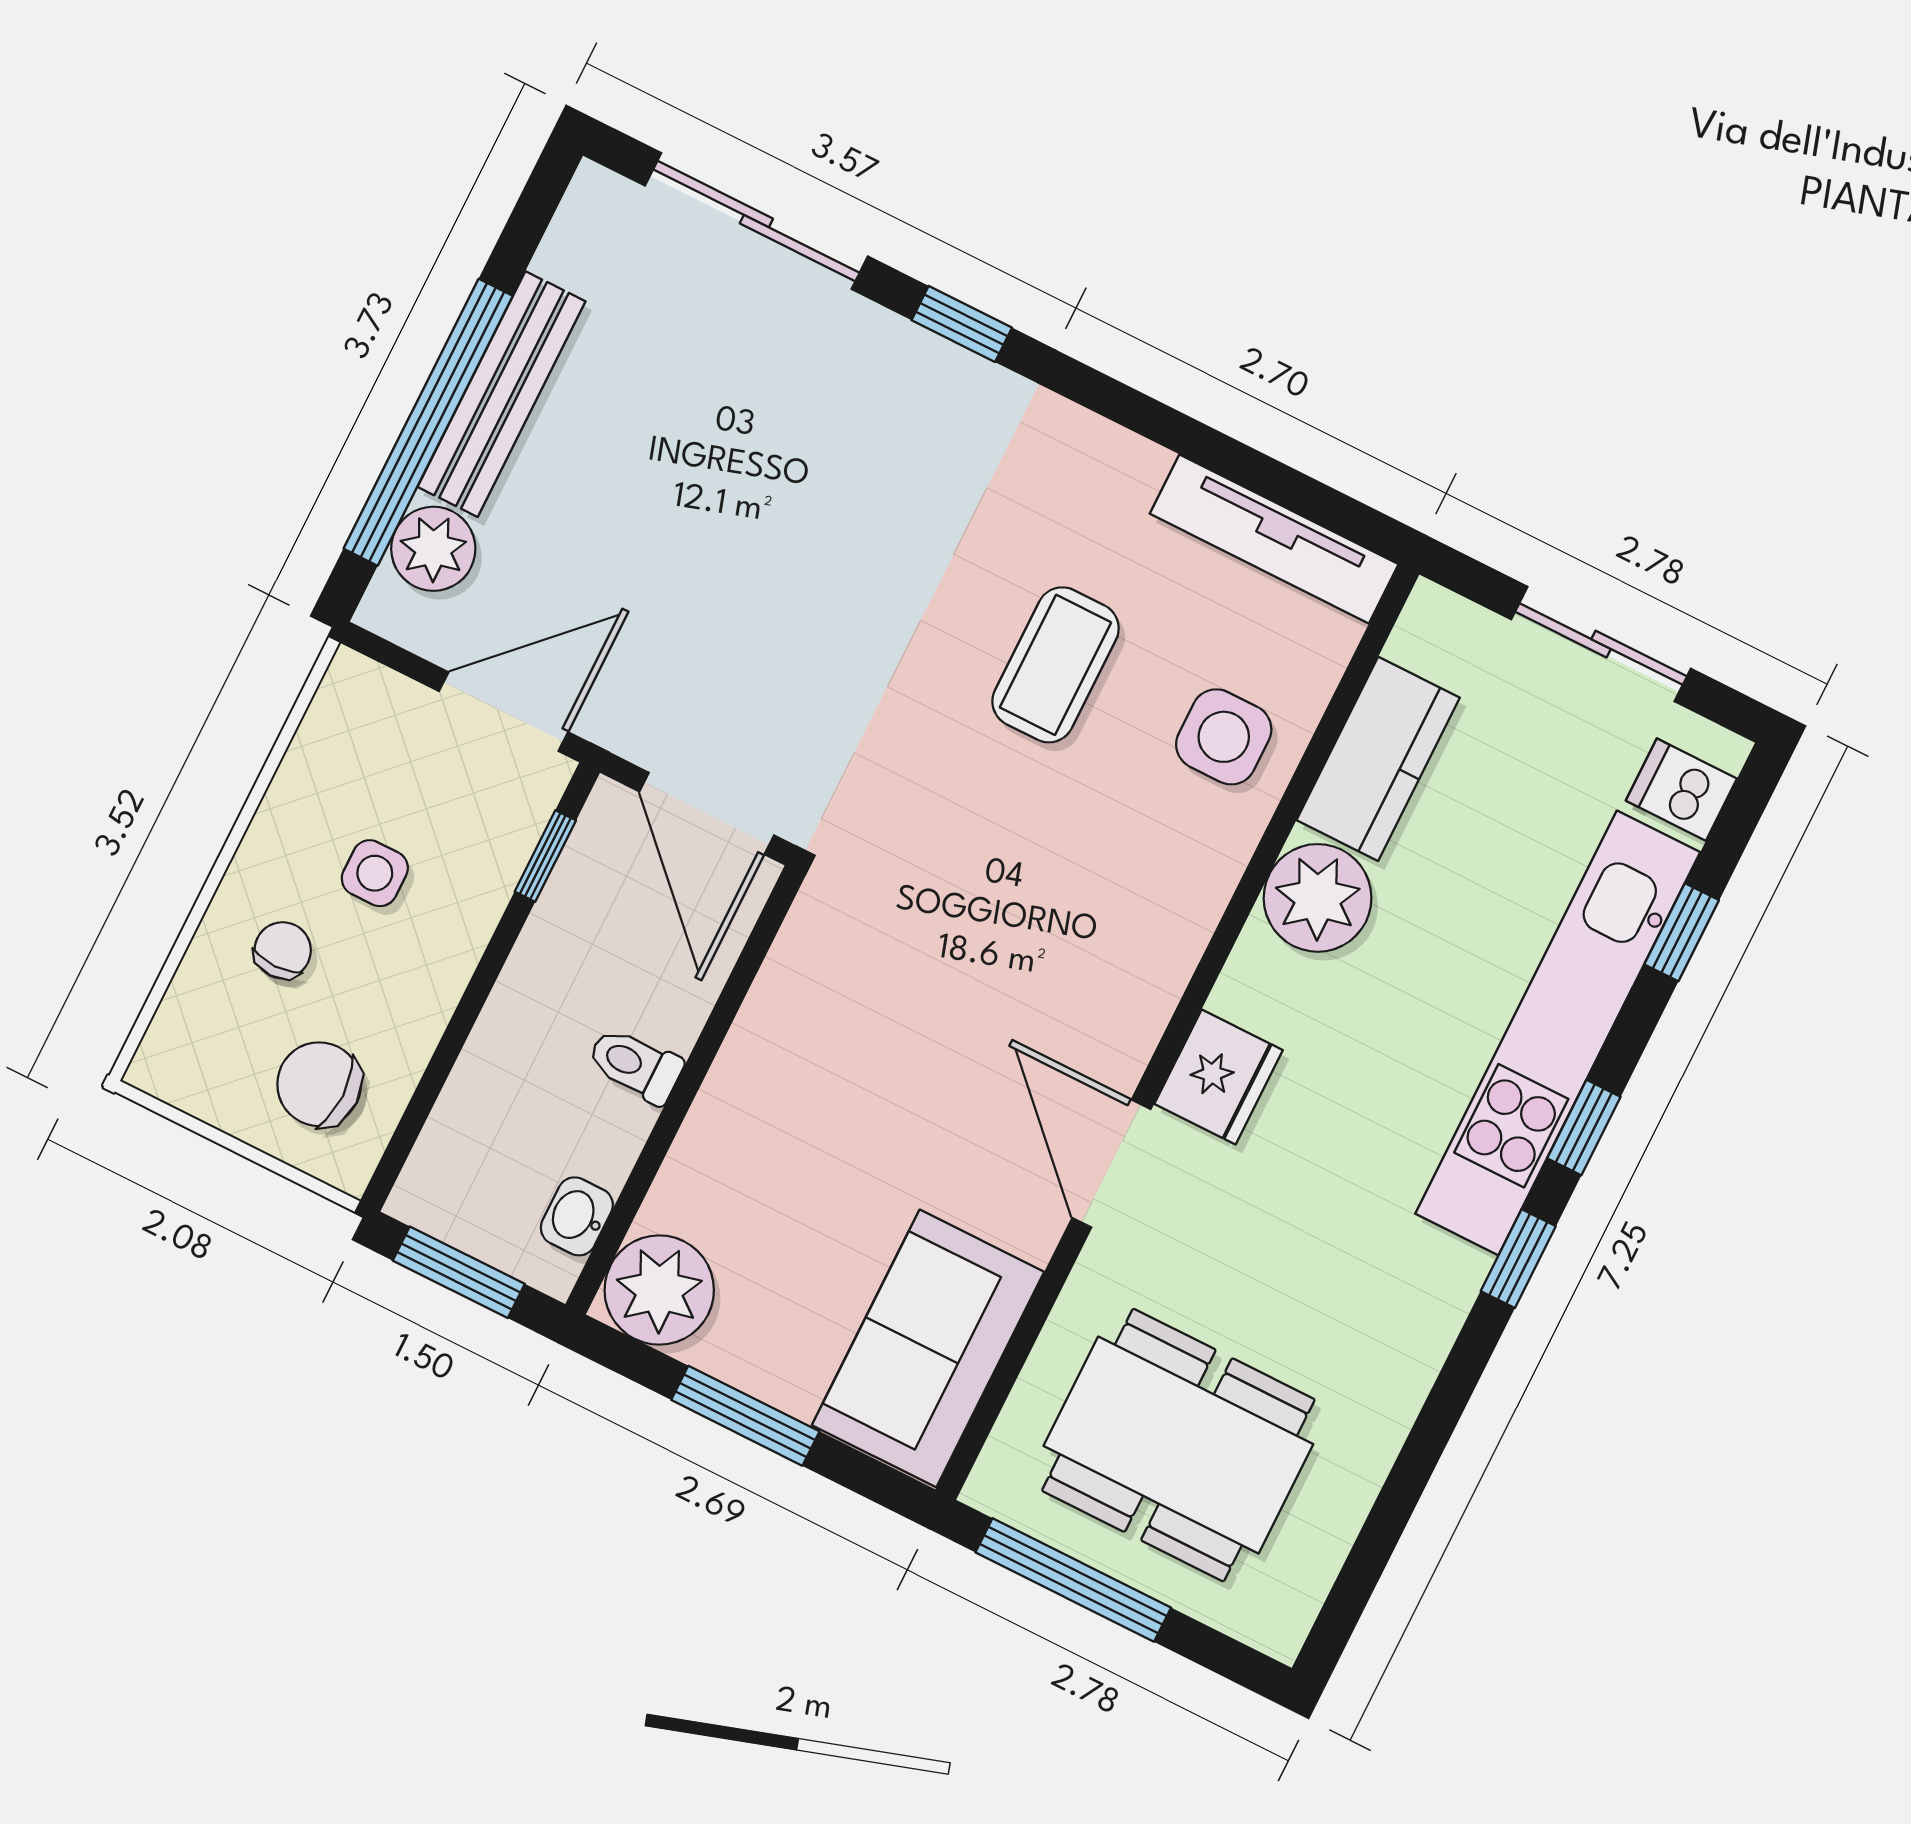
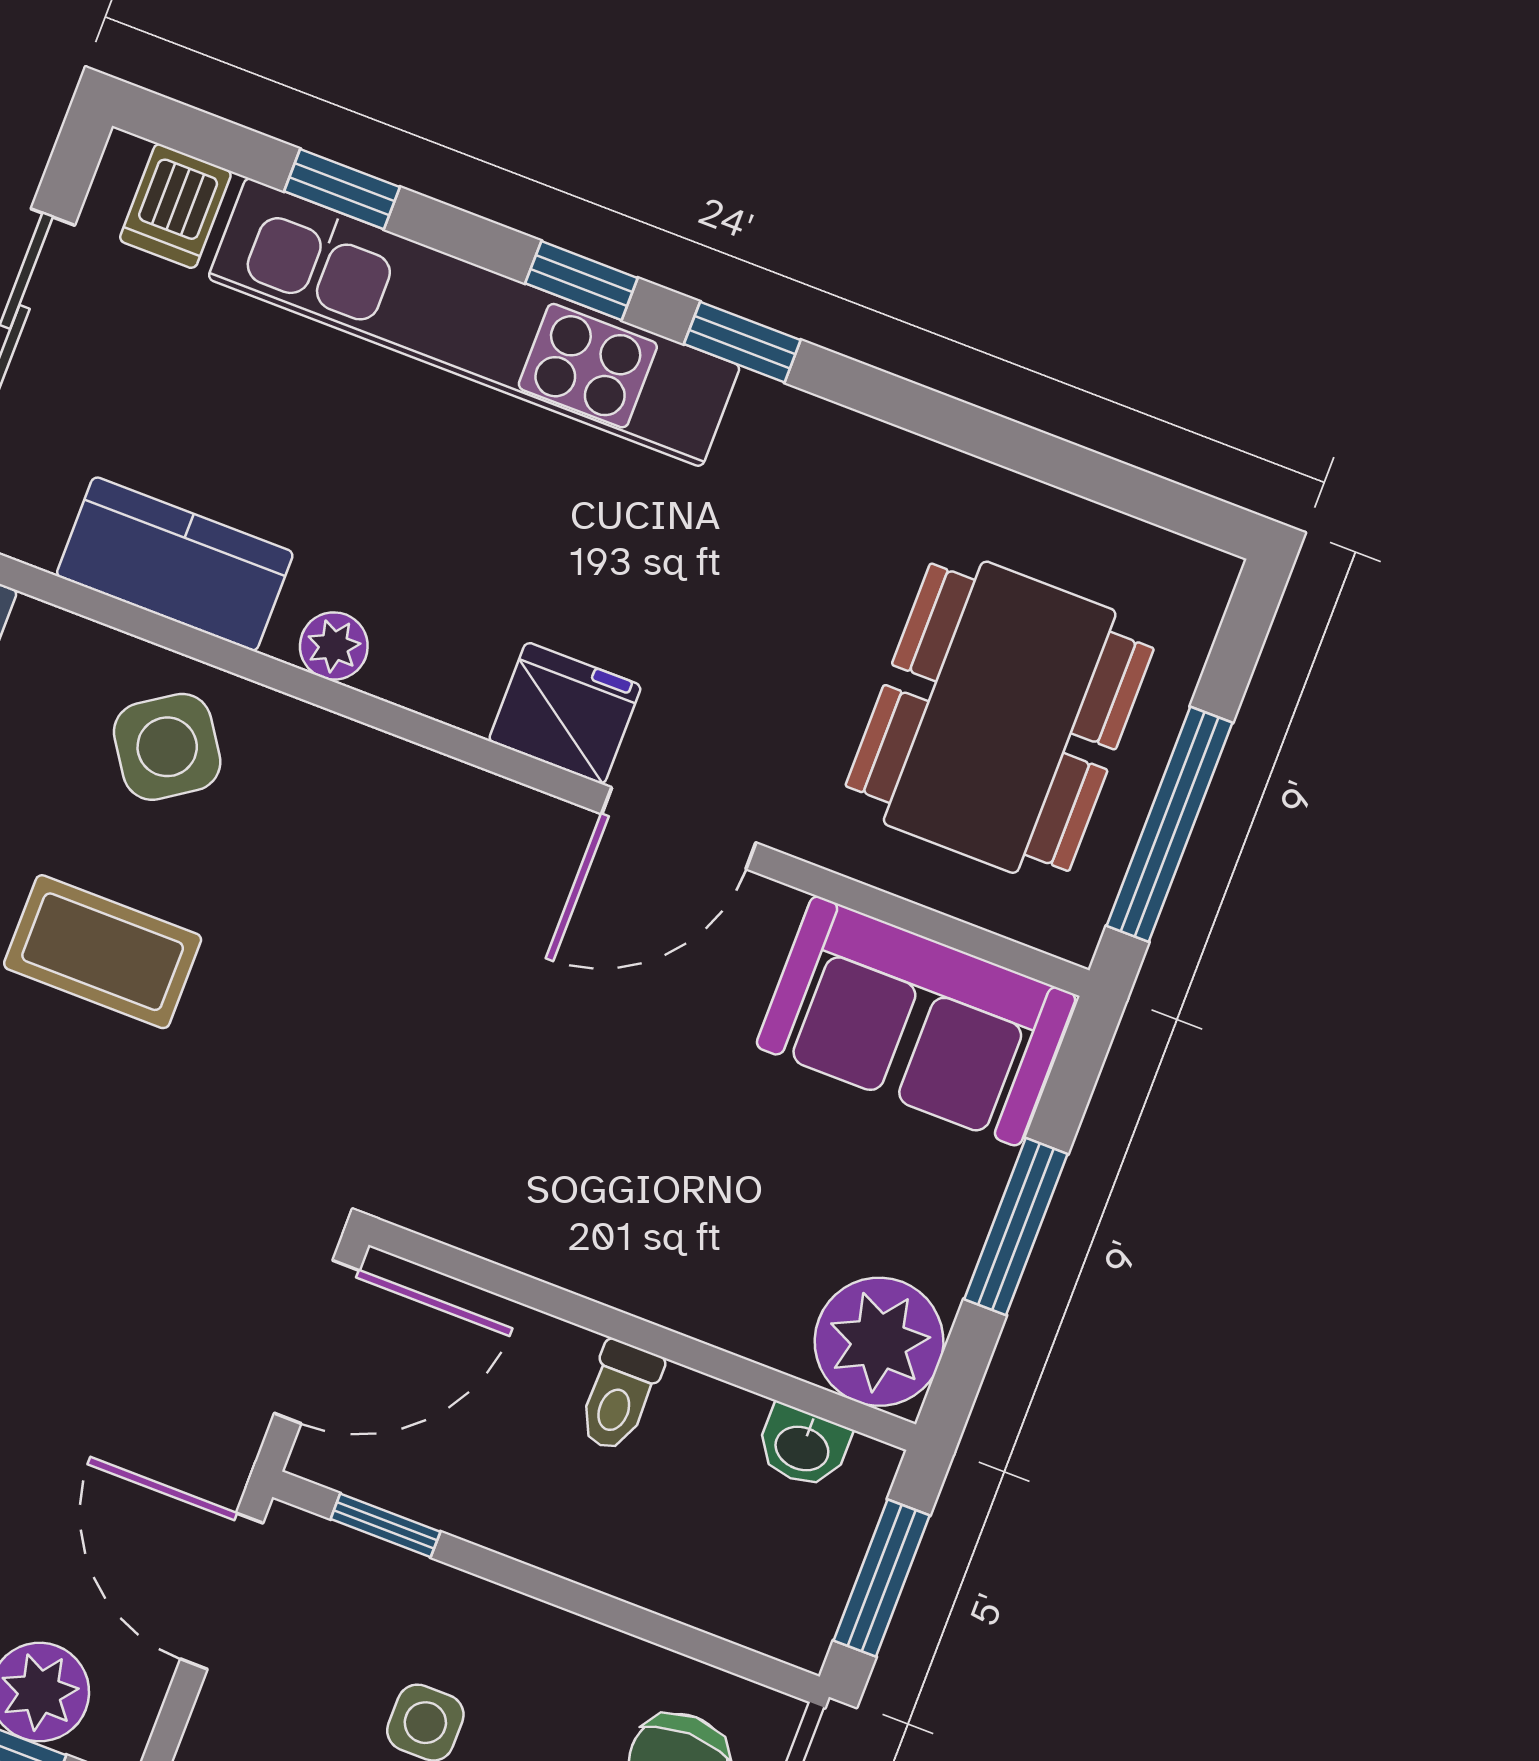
side table: (1224, 737) -> (167, 747), turned -34
plant: (1318, 898) -> (334, 646), width x0.53, depth x0.53

